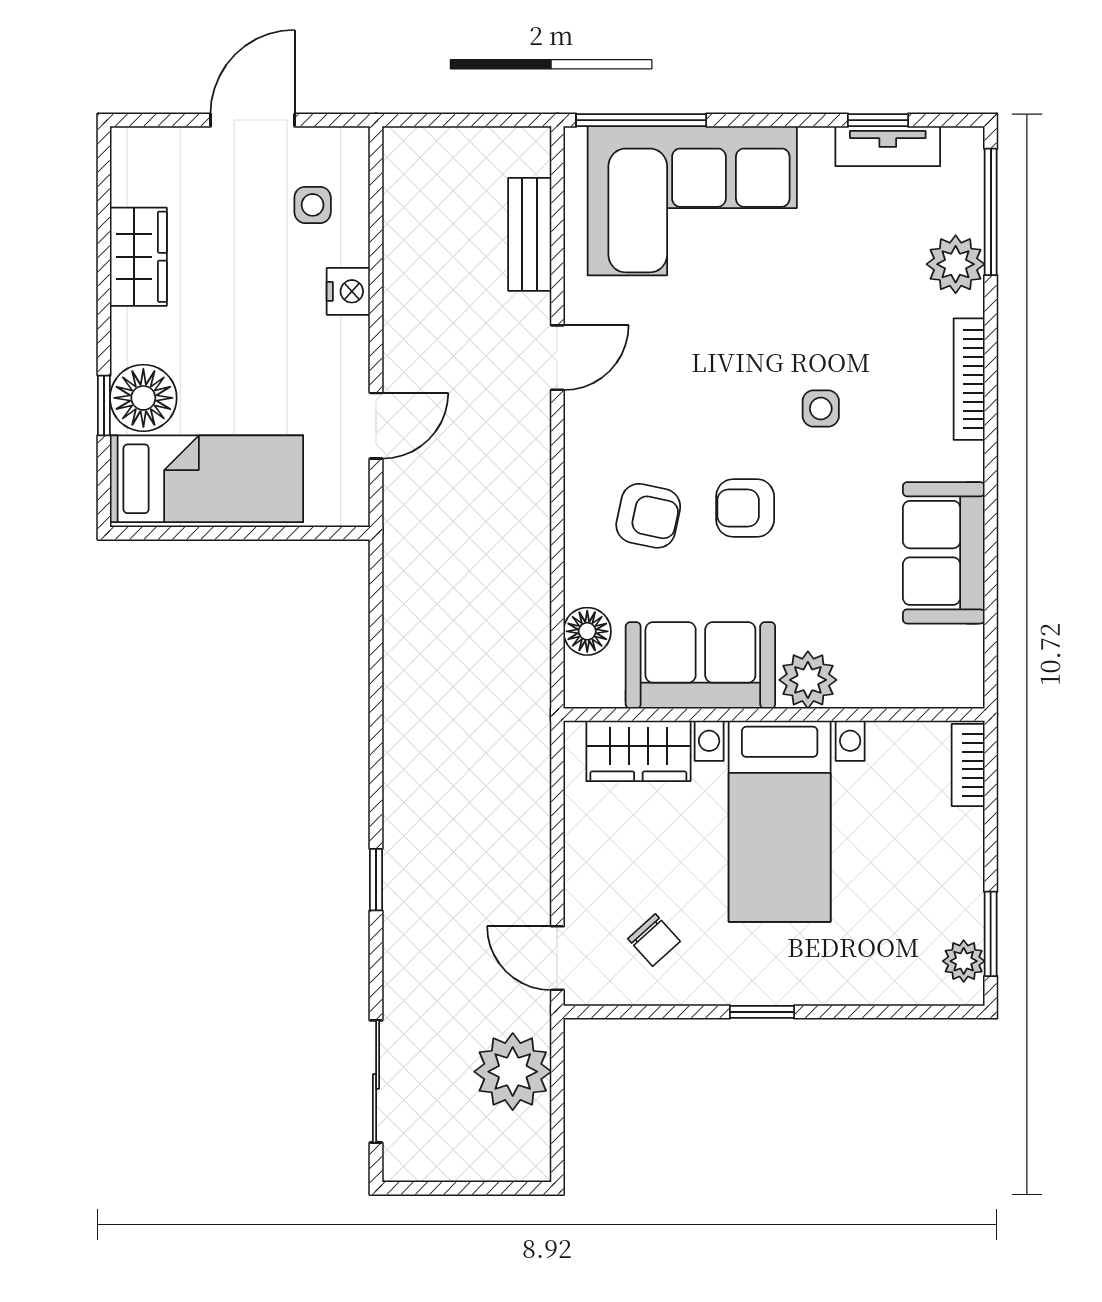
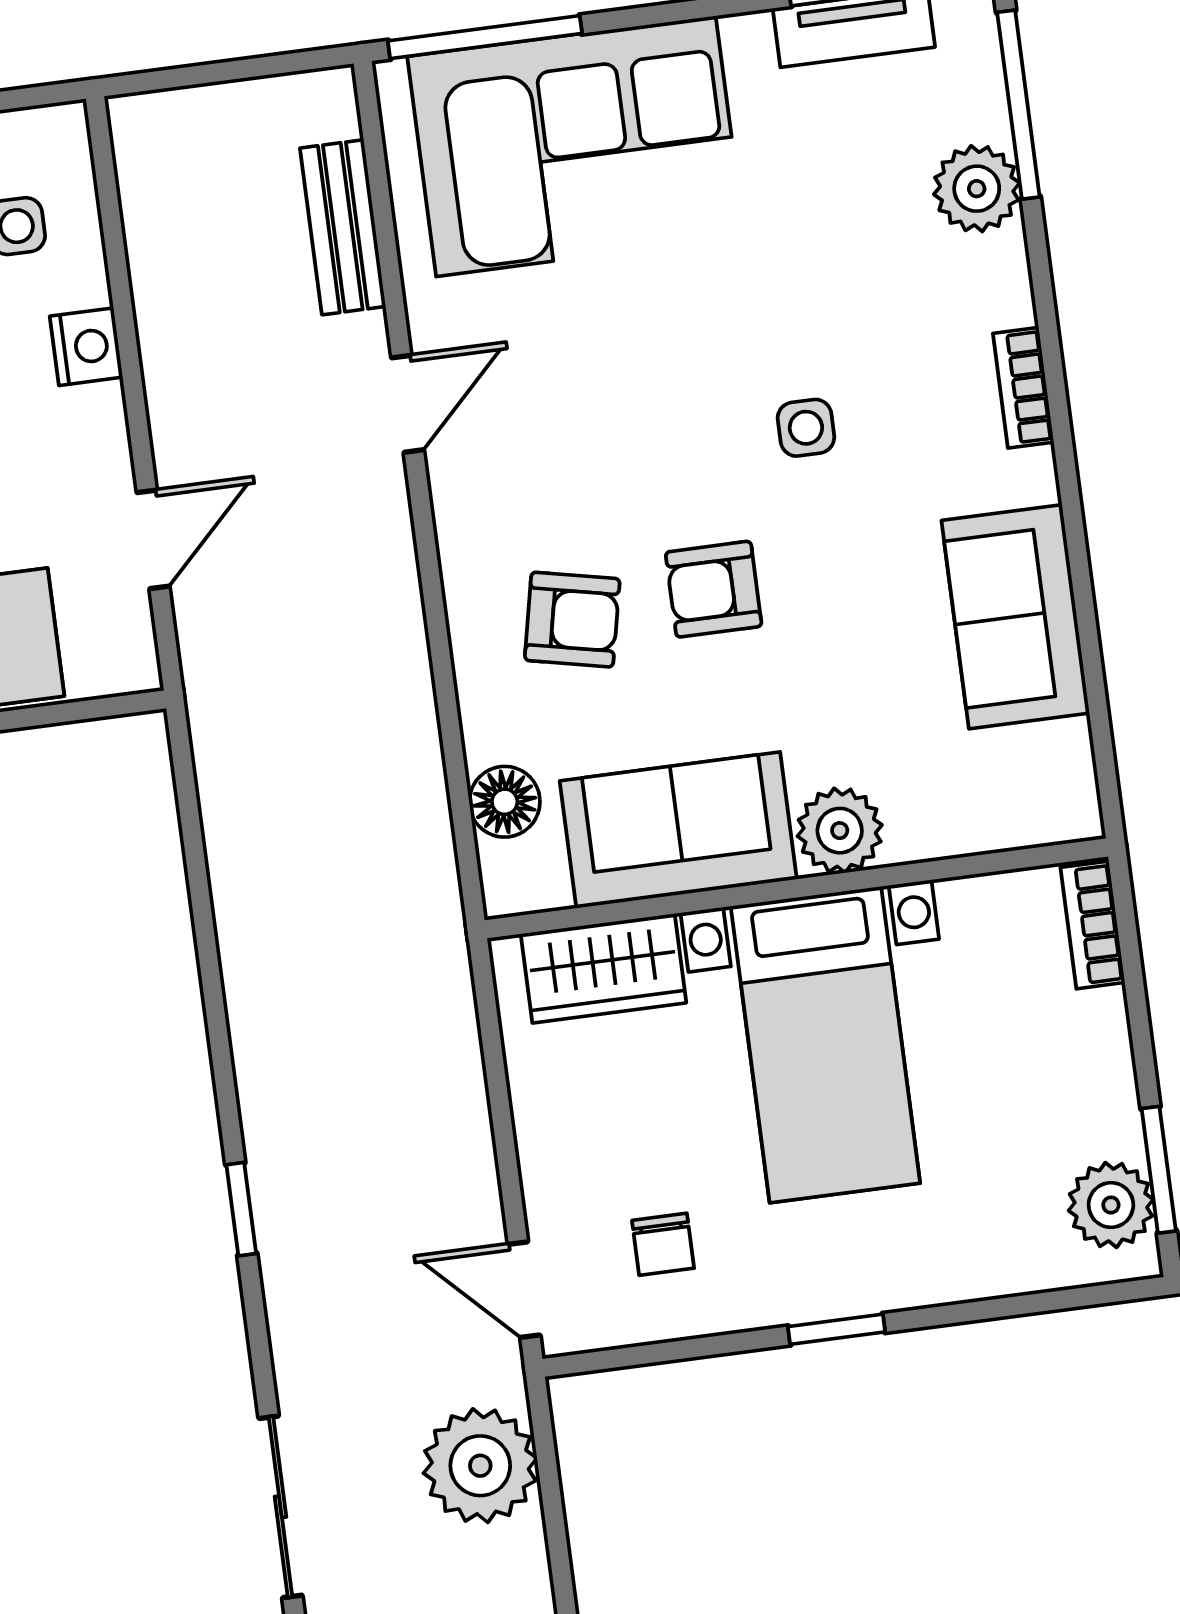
bookcase: (969, 379) -> (1023, 388), width x0.64
chair: (654, 940) -> (663, 1244), turned 42
plant: (964, 961) -> (1111, 1205), width x1.38, depth x1.38

